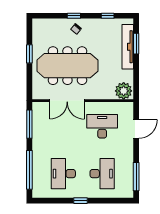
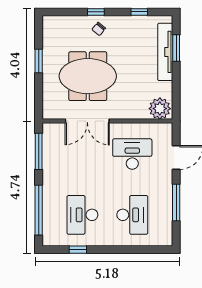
meeting table: (67, 66) -> (88, 76), width x0.73
window: (136, 177) -> (176, 203), moved
window: (80, 201) -> (78, 250), moved

